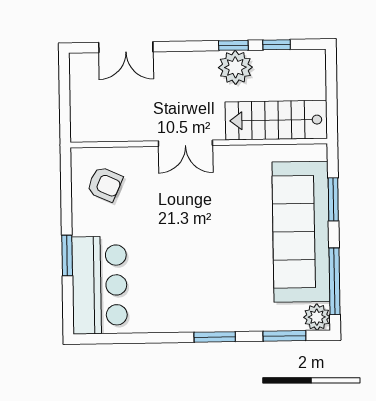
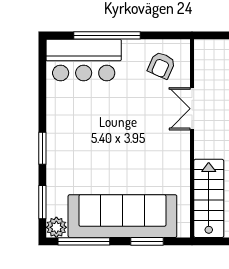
double door: (185, 143) -> (192, 109), moved
window: (67, 255) -> (107, 35), width x2.11

